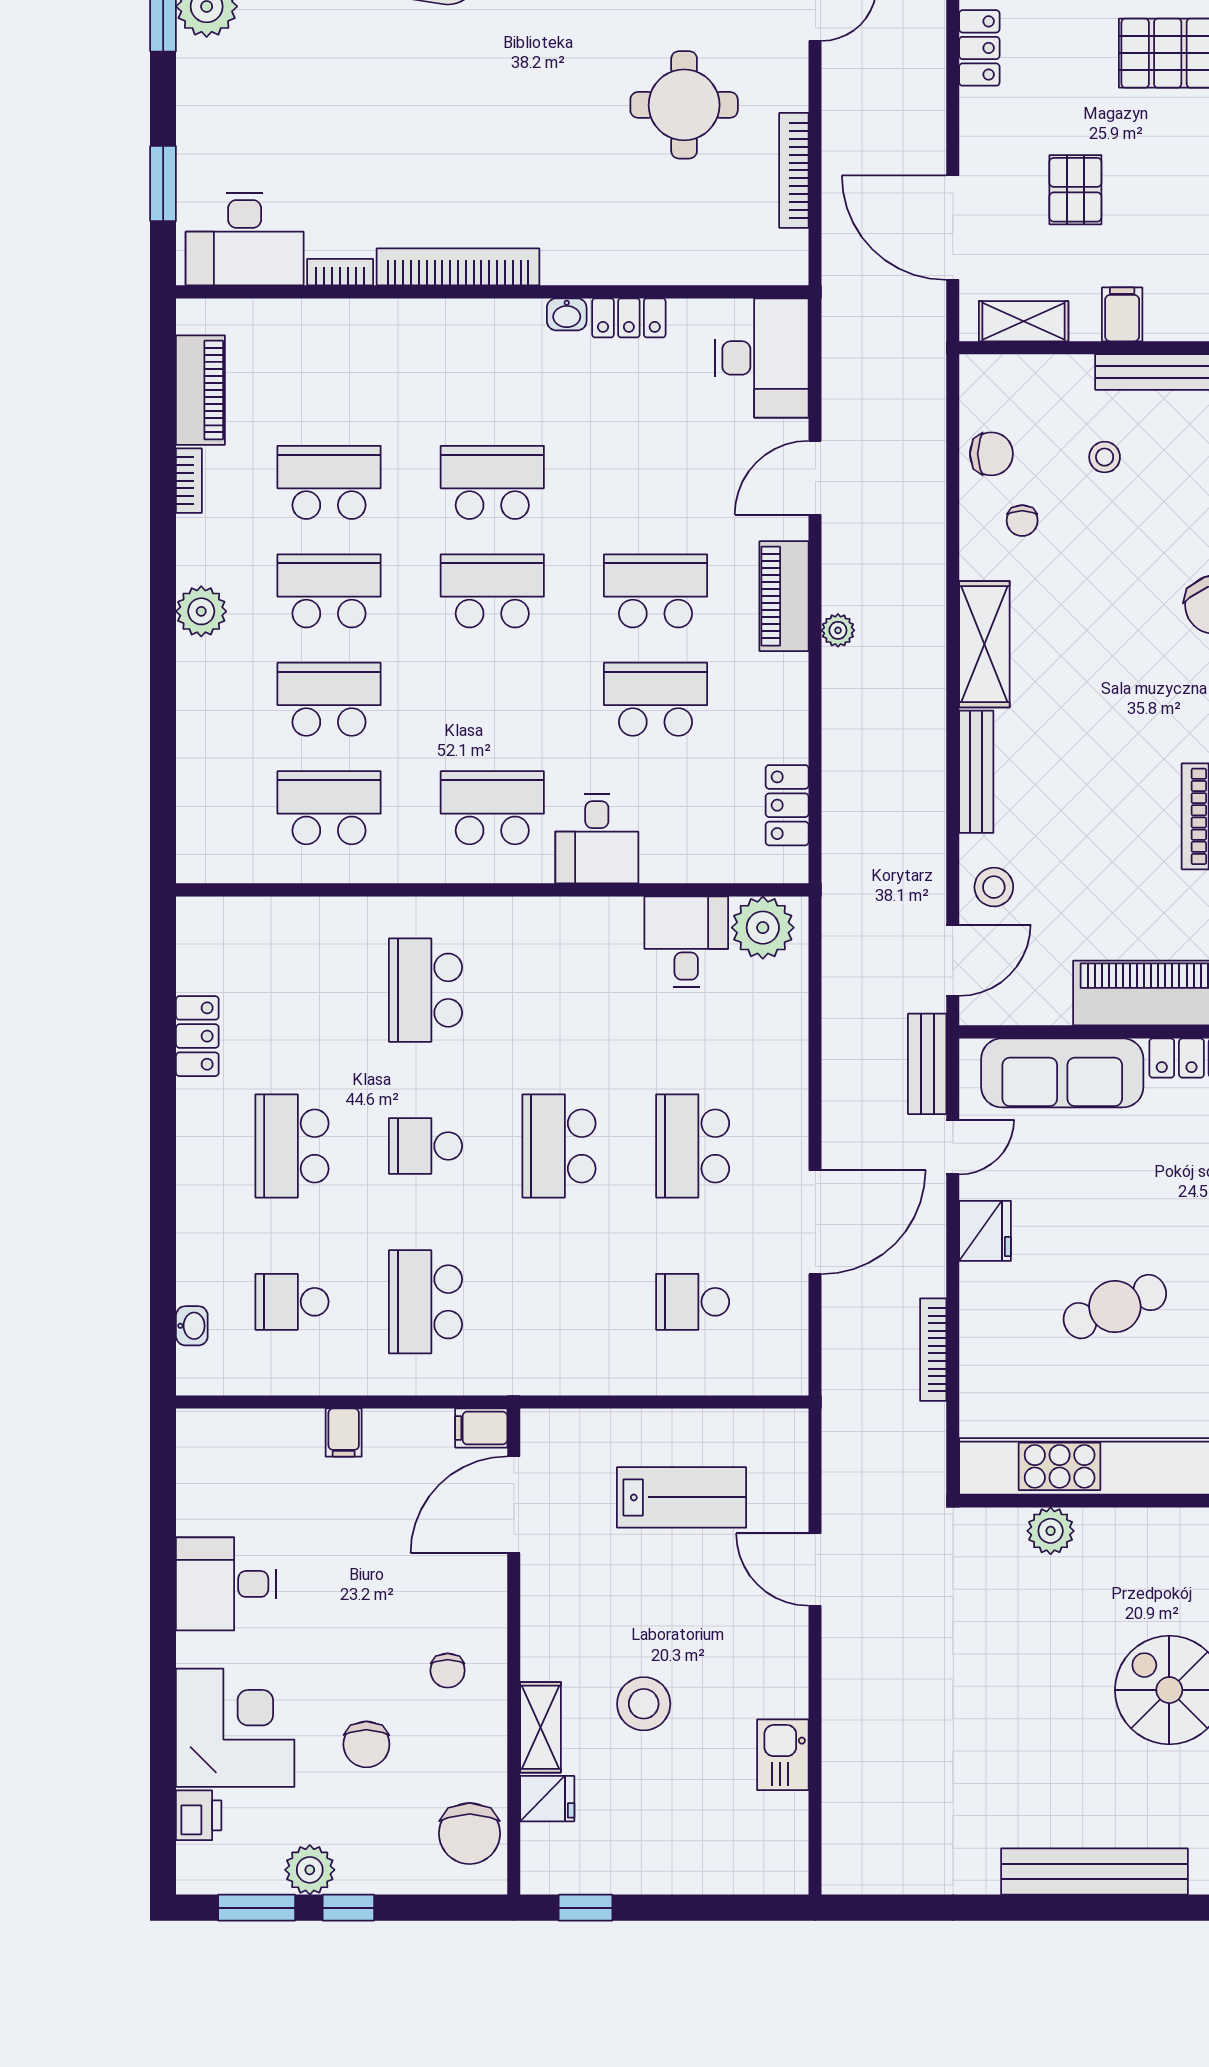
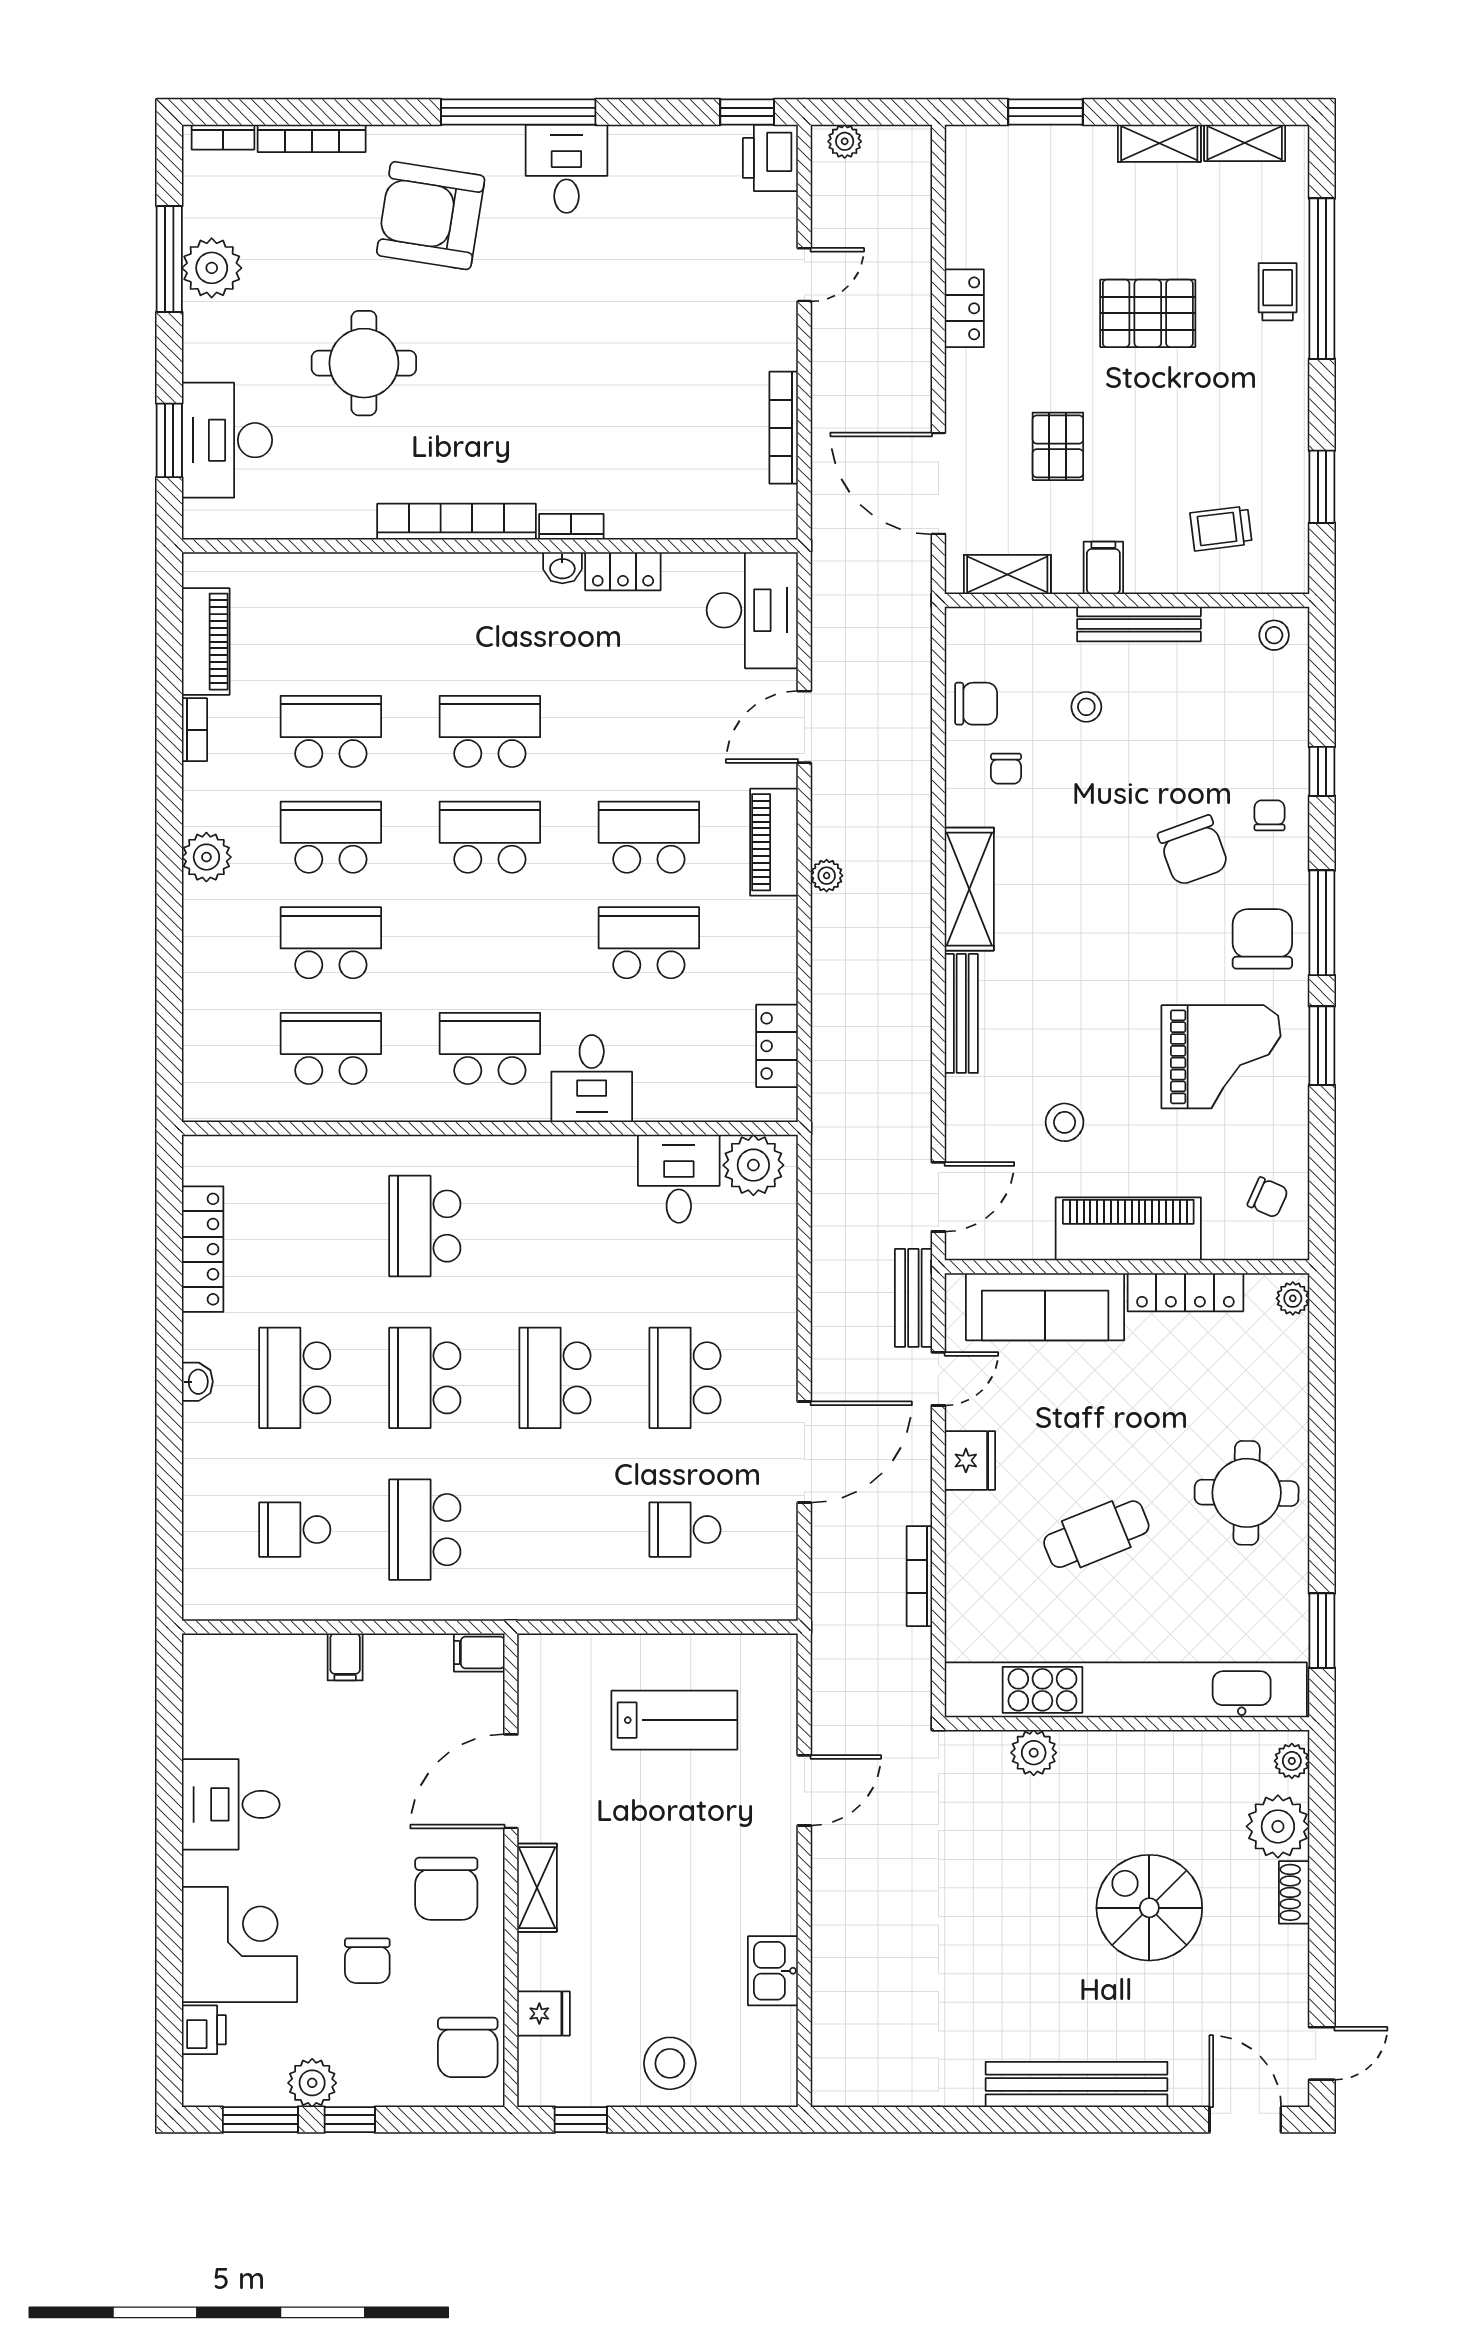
round table: (684, 105) -> (364, 363), moved
desk: (245, 239) -> (227, 440), moved, turned 90
bookcase: (340, 272) -> (571, 527), moved
stool: (994, 887) -> (1065, 1122), moved
locker: (197, 1036) -> (203, 1249), width x1.53
school desk: (426, 1146) -> (425, 1378), width x1.85
washbasin: (192, 1326) -> (197, 1382), moved
door: (514, 1505) -> (511, 1781), moved
door: (815, 1569) -> (804, 1790), swing flipped
chair: (448, 1671) -> (446, 1889), width x1.87, depth x1.87
stool: (644, 1704) -> (670, 2063), moved
shelving: (541, 1727) -> (537, 1888), moved

